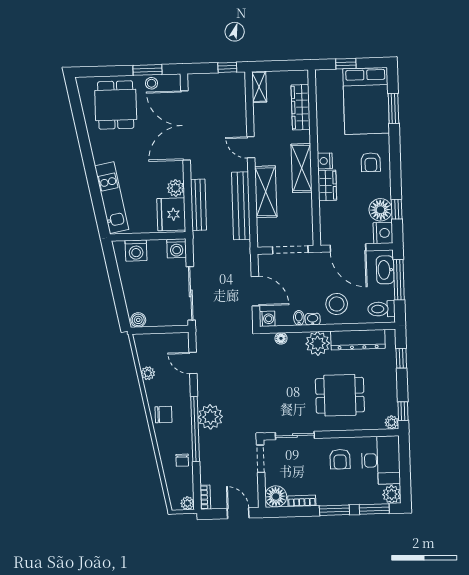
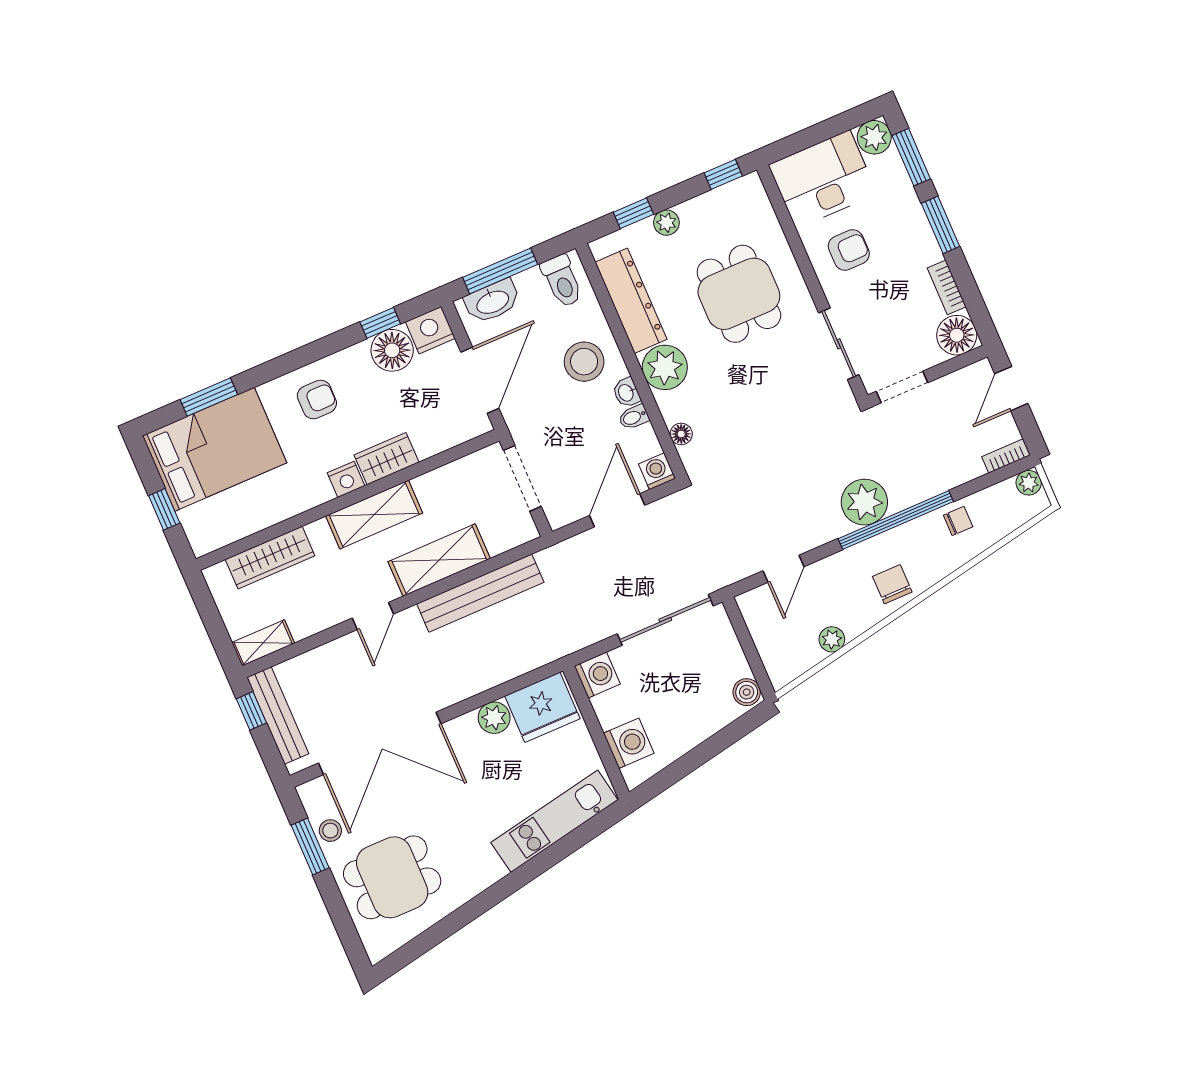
bench: (198, 205) -> (278, 715), moved, turned 90
plant: (392, 422) -> (666, 223), moved

